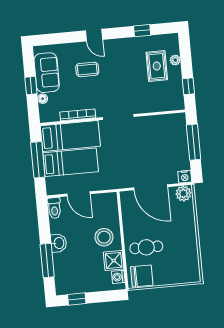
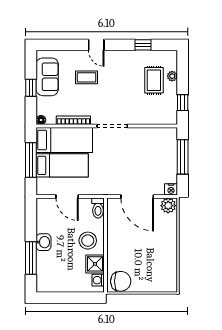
floor lamp: (43, 99) -> (41, 120), moved
toilet: (54, 208) -> (98, 208), moved
cafe table: (146, 247) -> (128, 254), removed
window: (77, 299) -> (56, 298), removed

